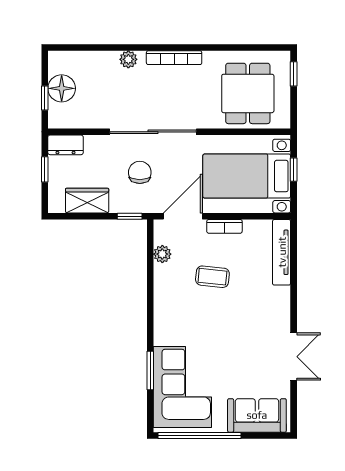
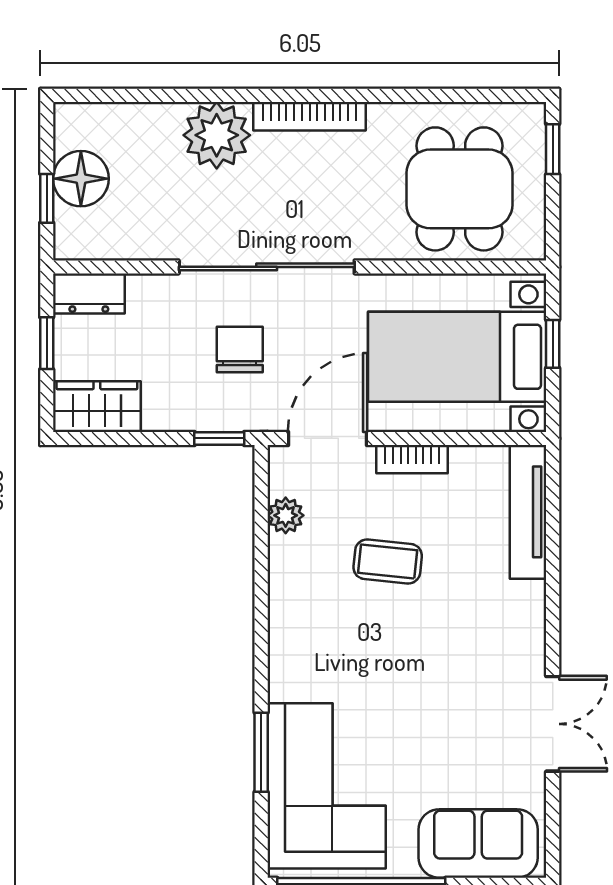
plant: (128, 59) -> (217, 135), width x1.87, depth x1.87
wardrobe: (87, 201) -> (97, 407), moved

